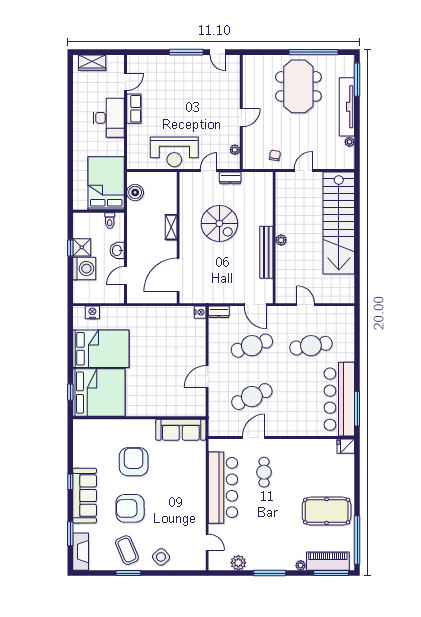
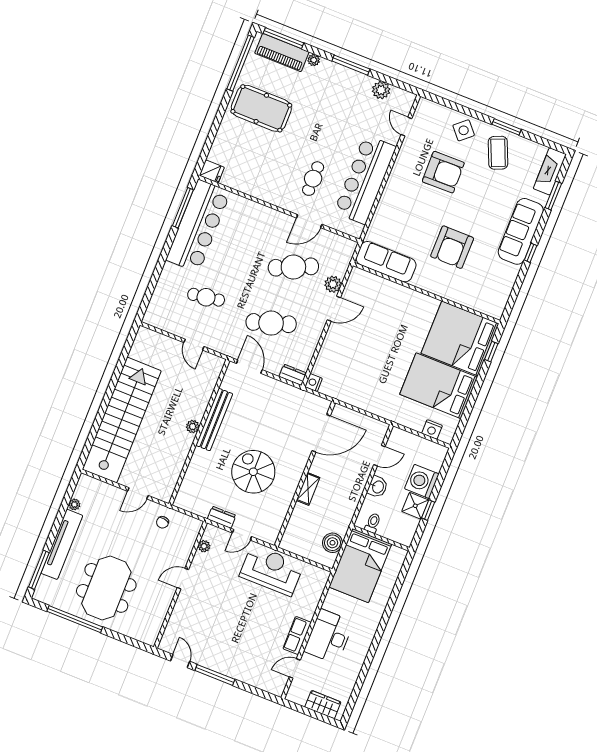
cafe table: (311, 346) -> (206, 297), width x0.73, depth x0.74
plant: (216, 395) -> (333, 284), added
armchair: (130, 508) -> (443, 172), moved

